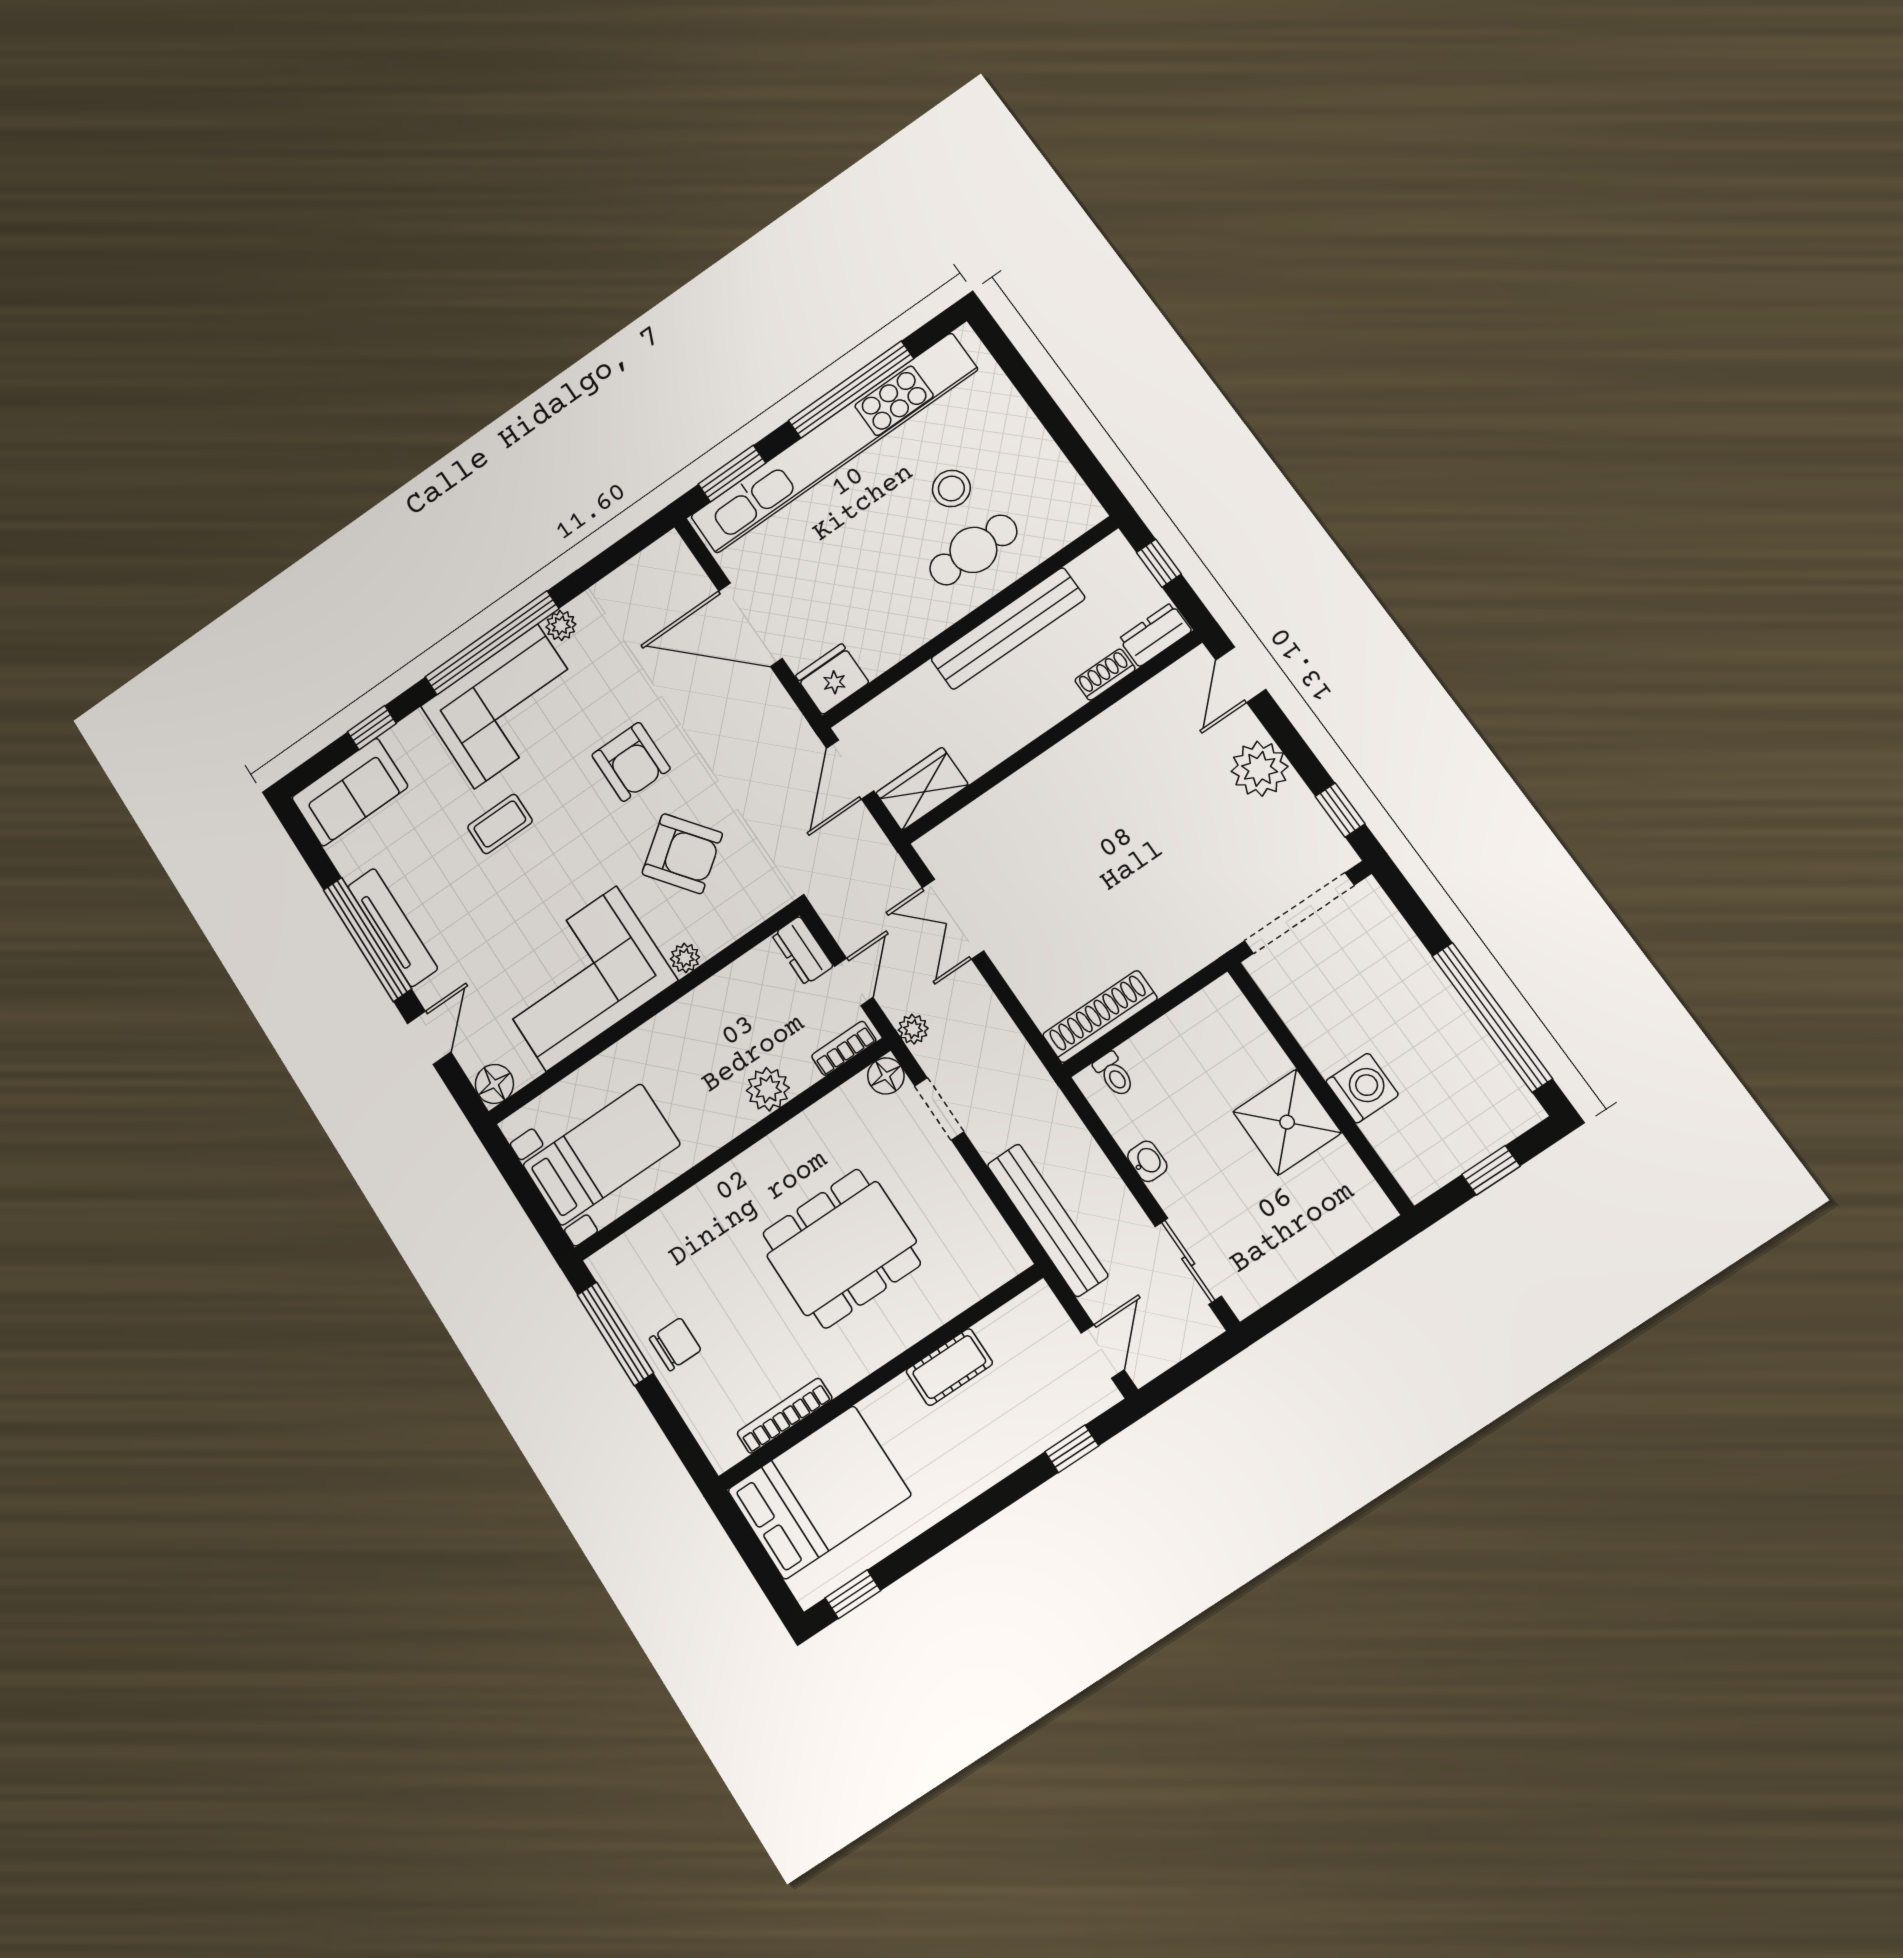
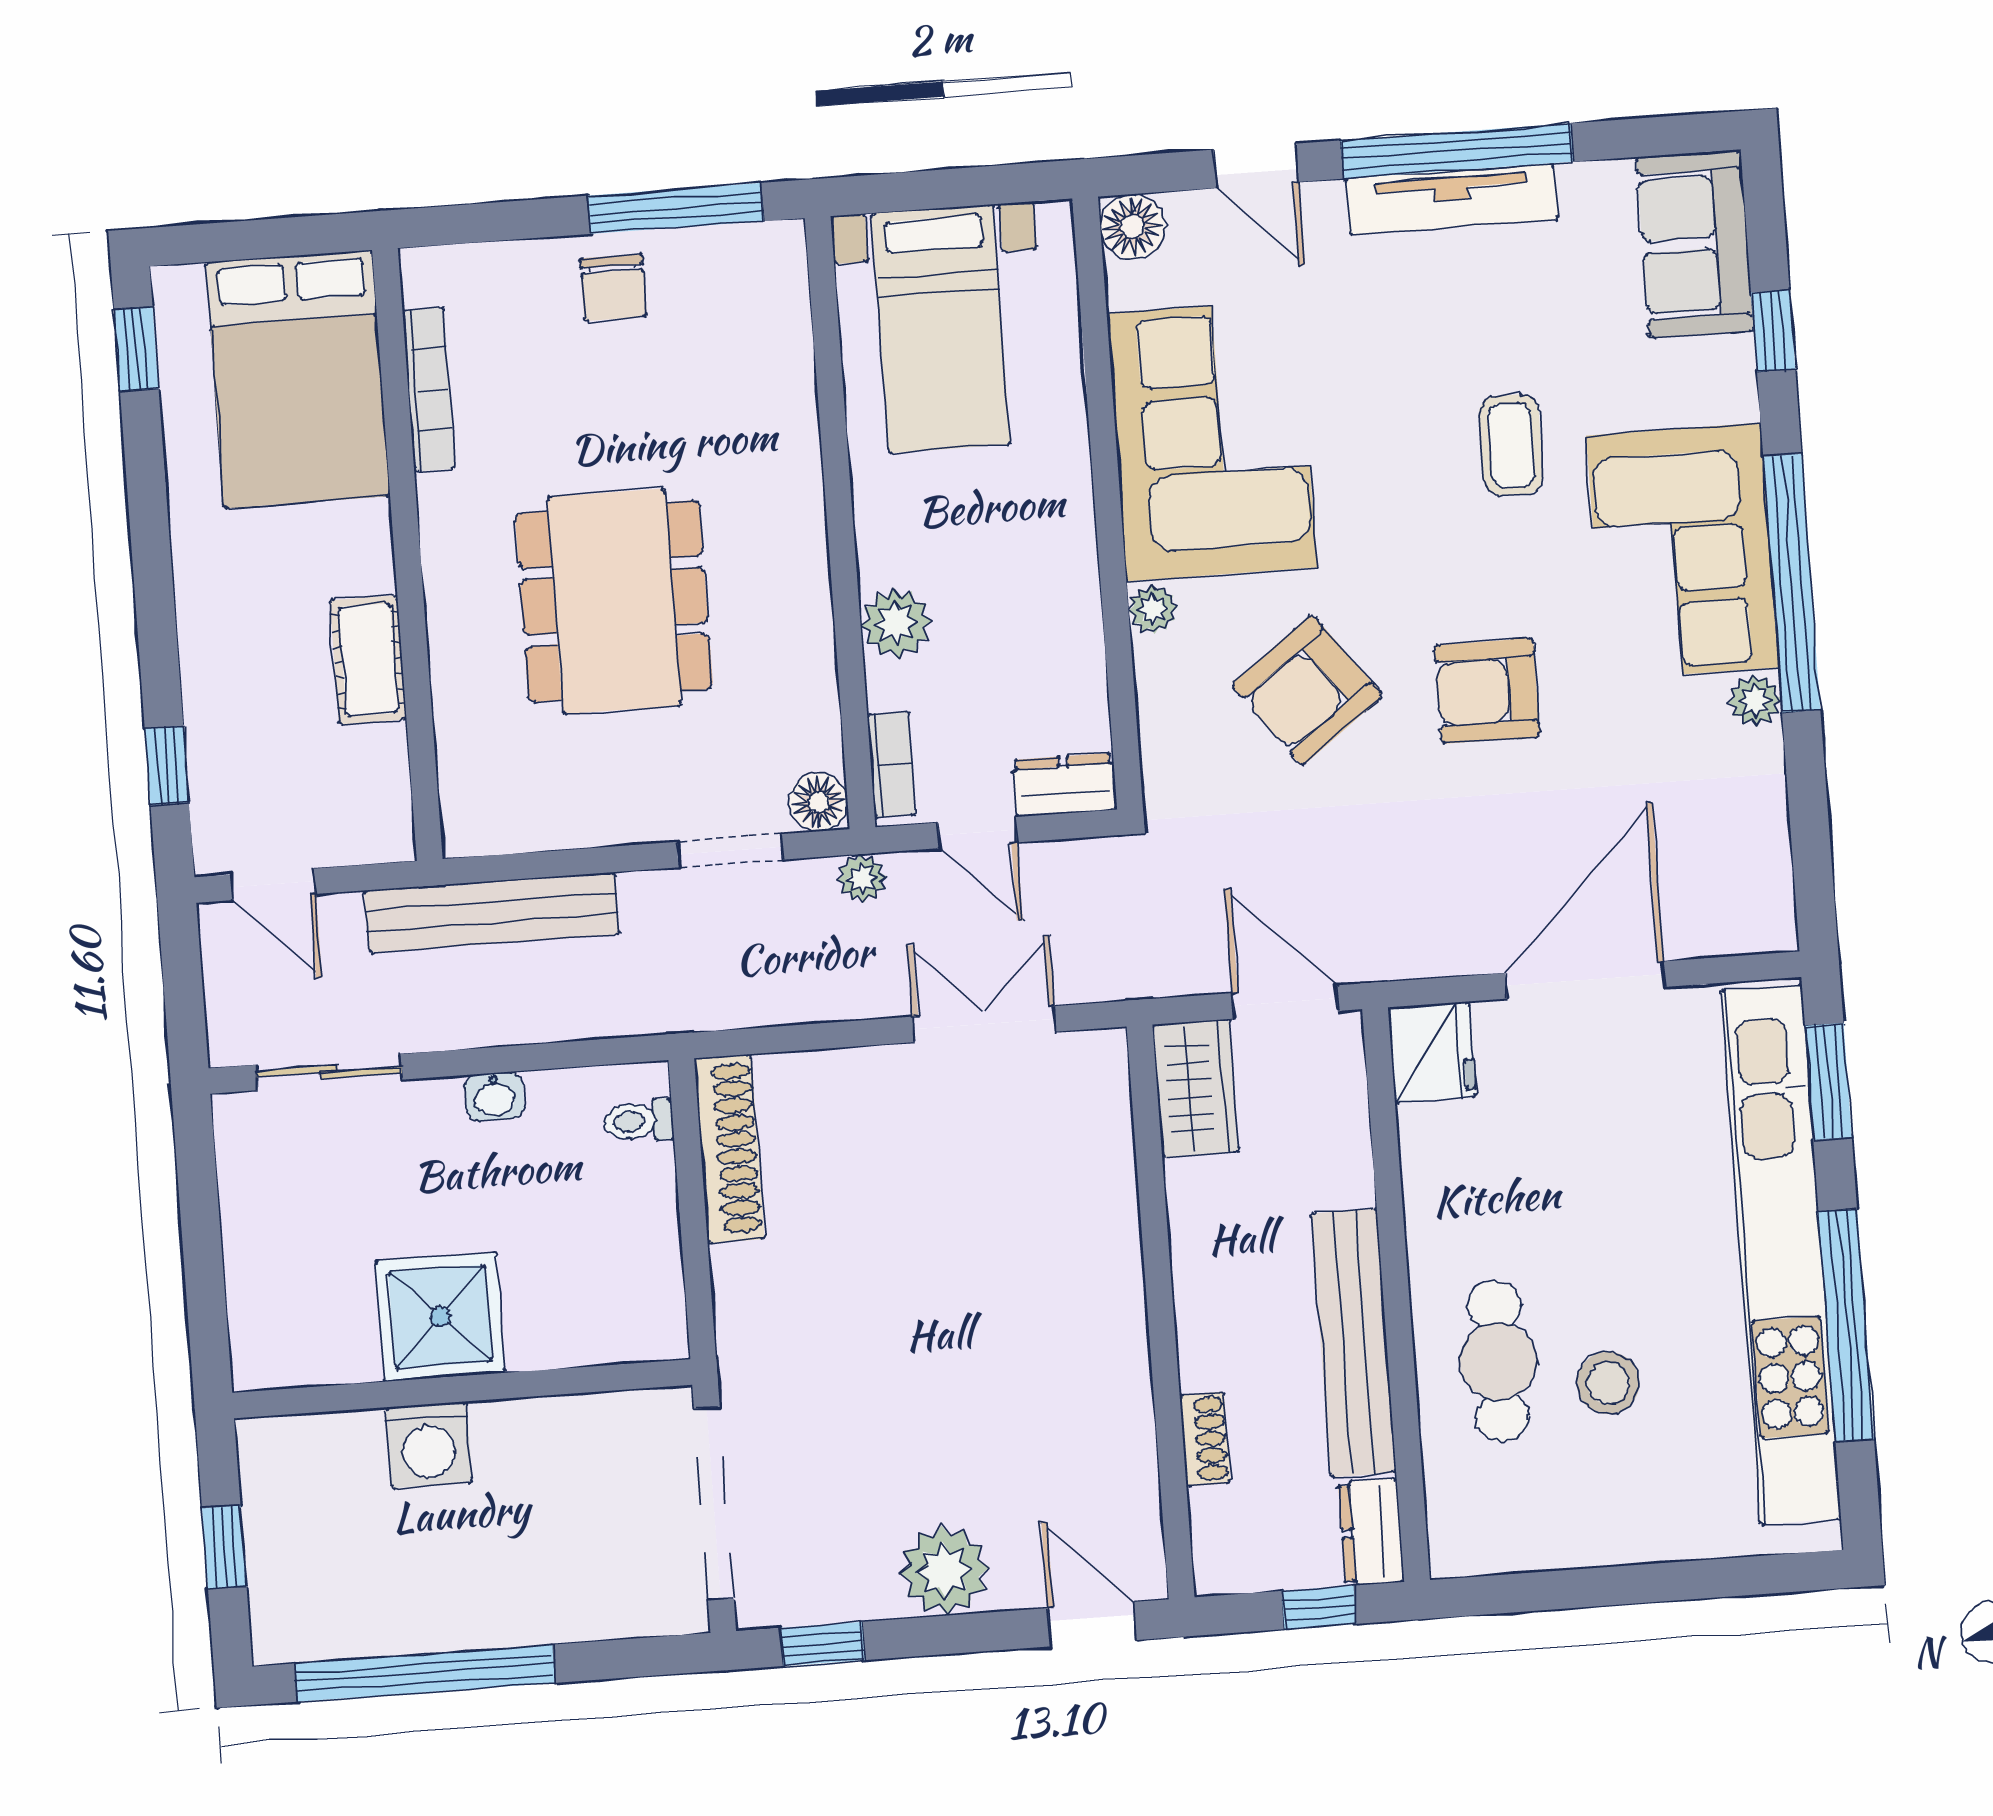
dresser: (1155, 635) -> (1371, 1532), moved, turned 180

